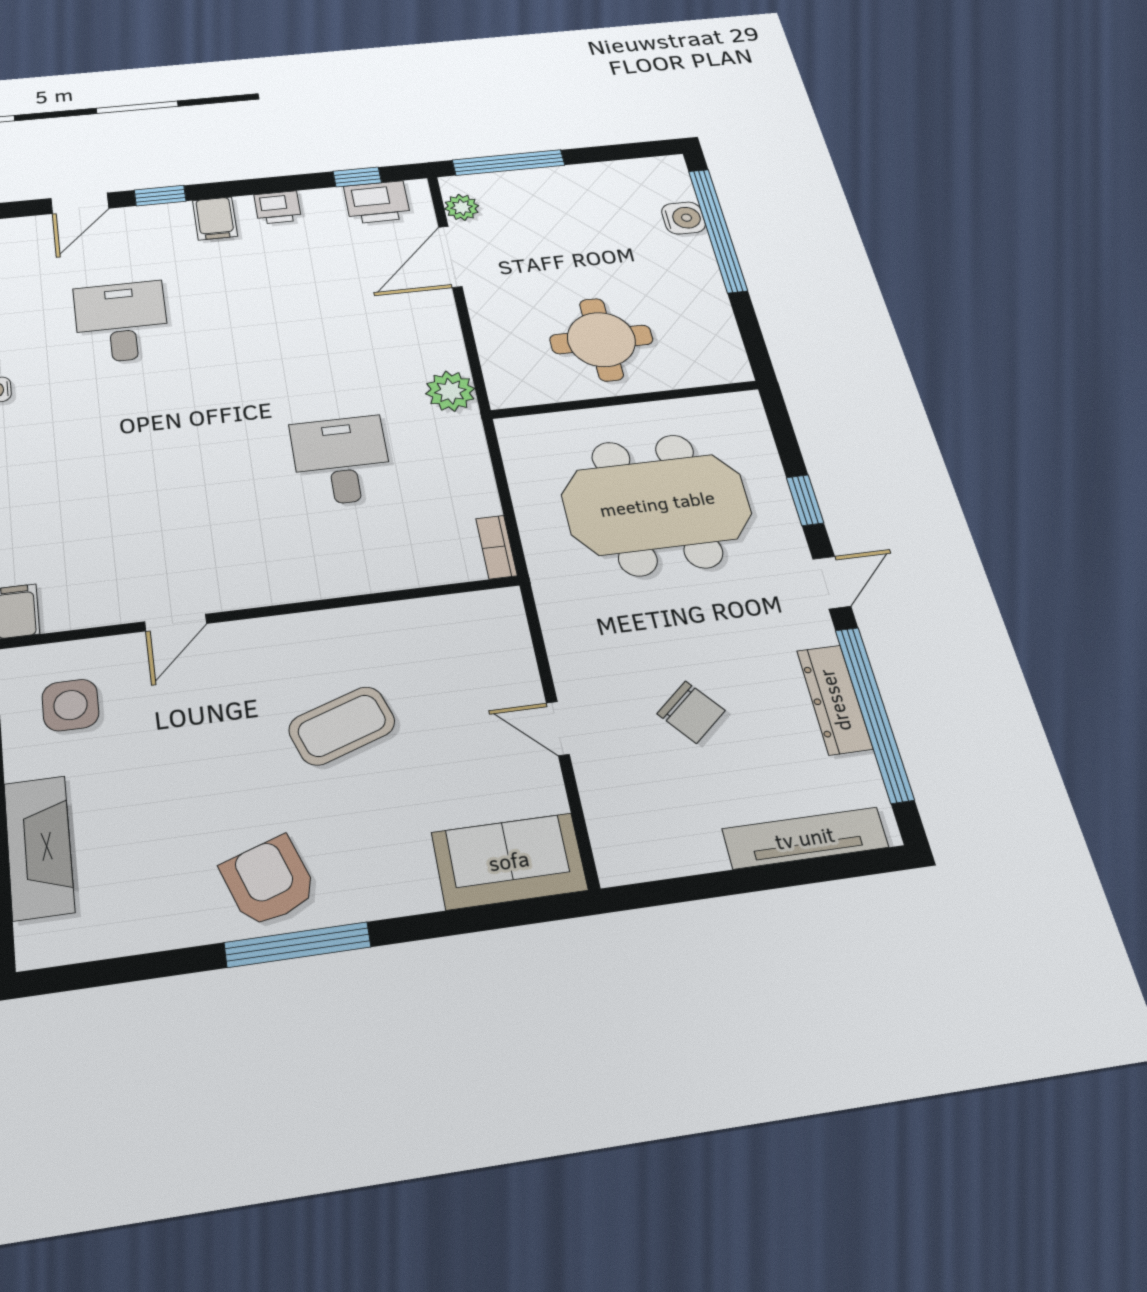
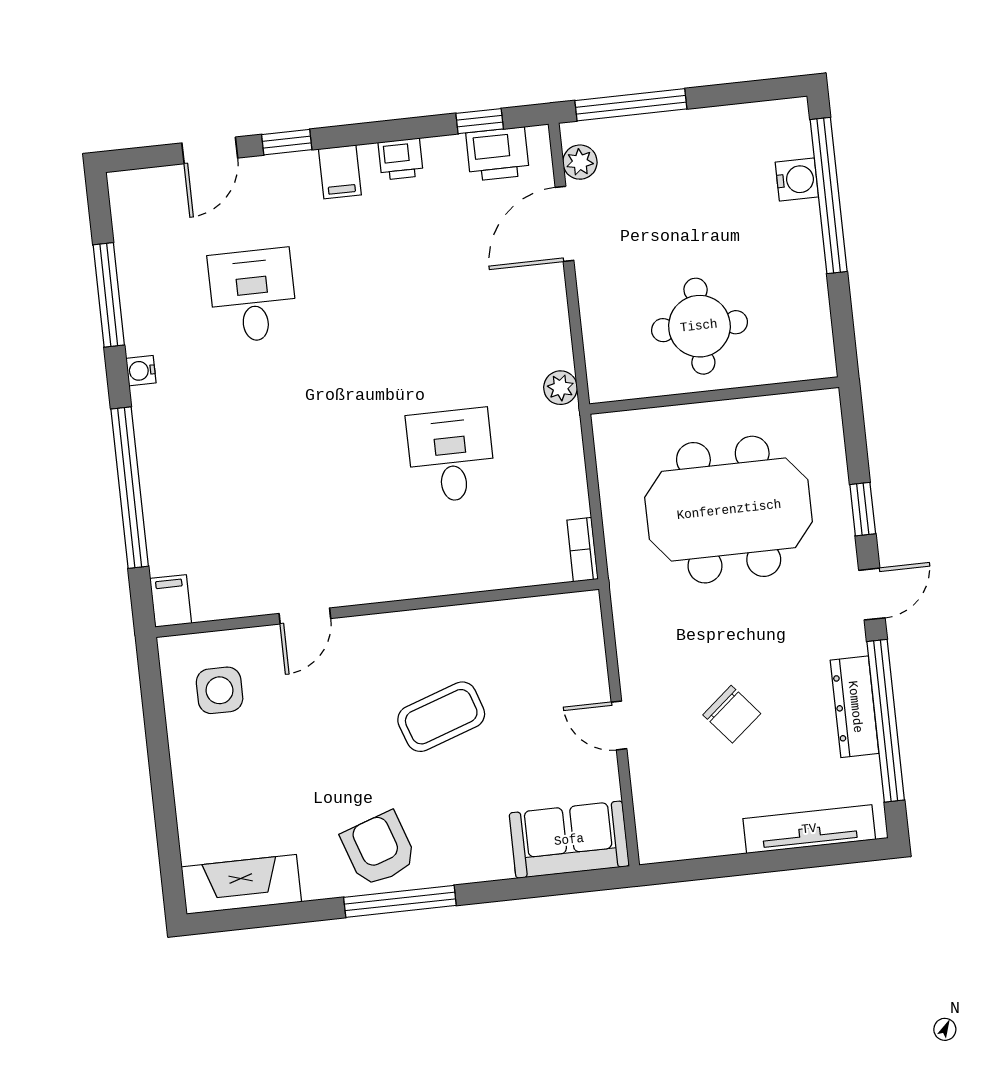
plant: (450, 391) -> (560, 388), width x0.73, depth x0.73
fireplace: (39, 847) -> (241, 884), moved, turned -90

